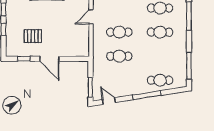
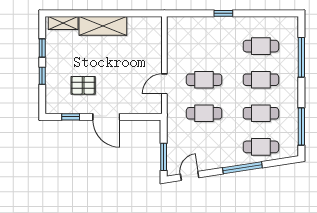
door: (91, 17) -> (164, 84), moved
cafe table: (160, 56) -> (261, 113), added
door: (109, 101) -> (190, 176), hinge flipped

